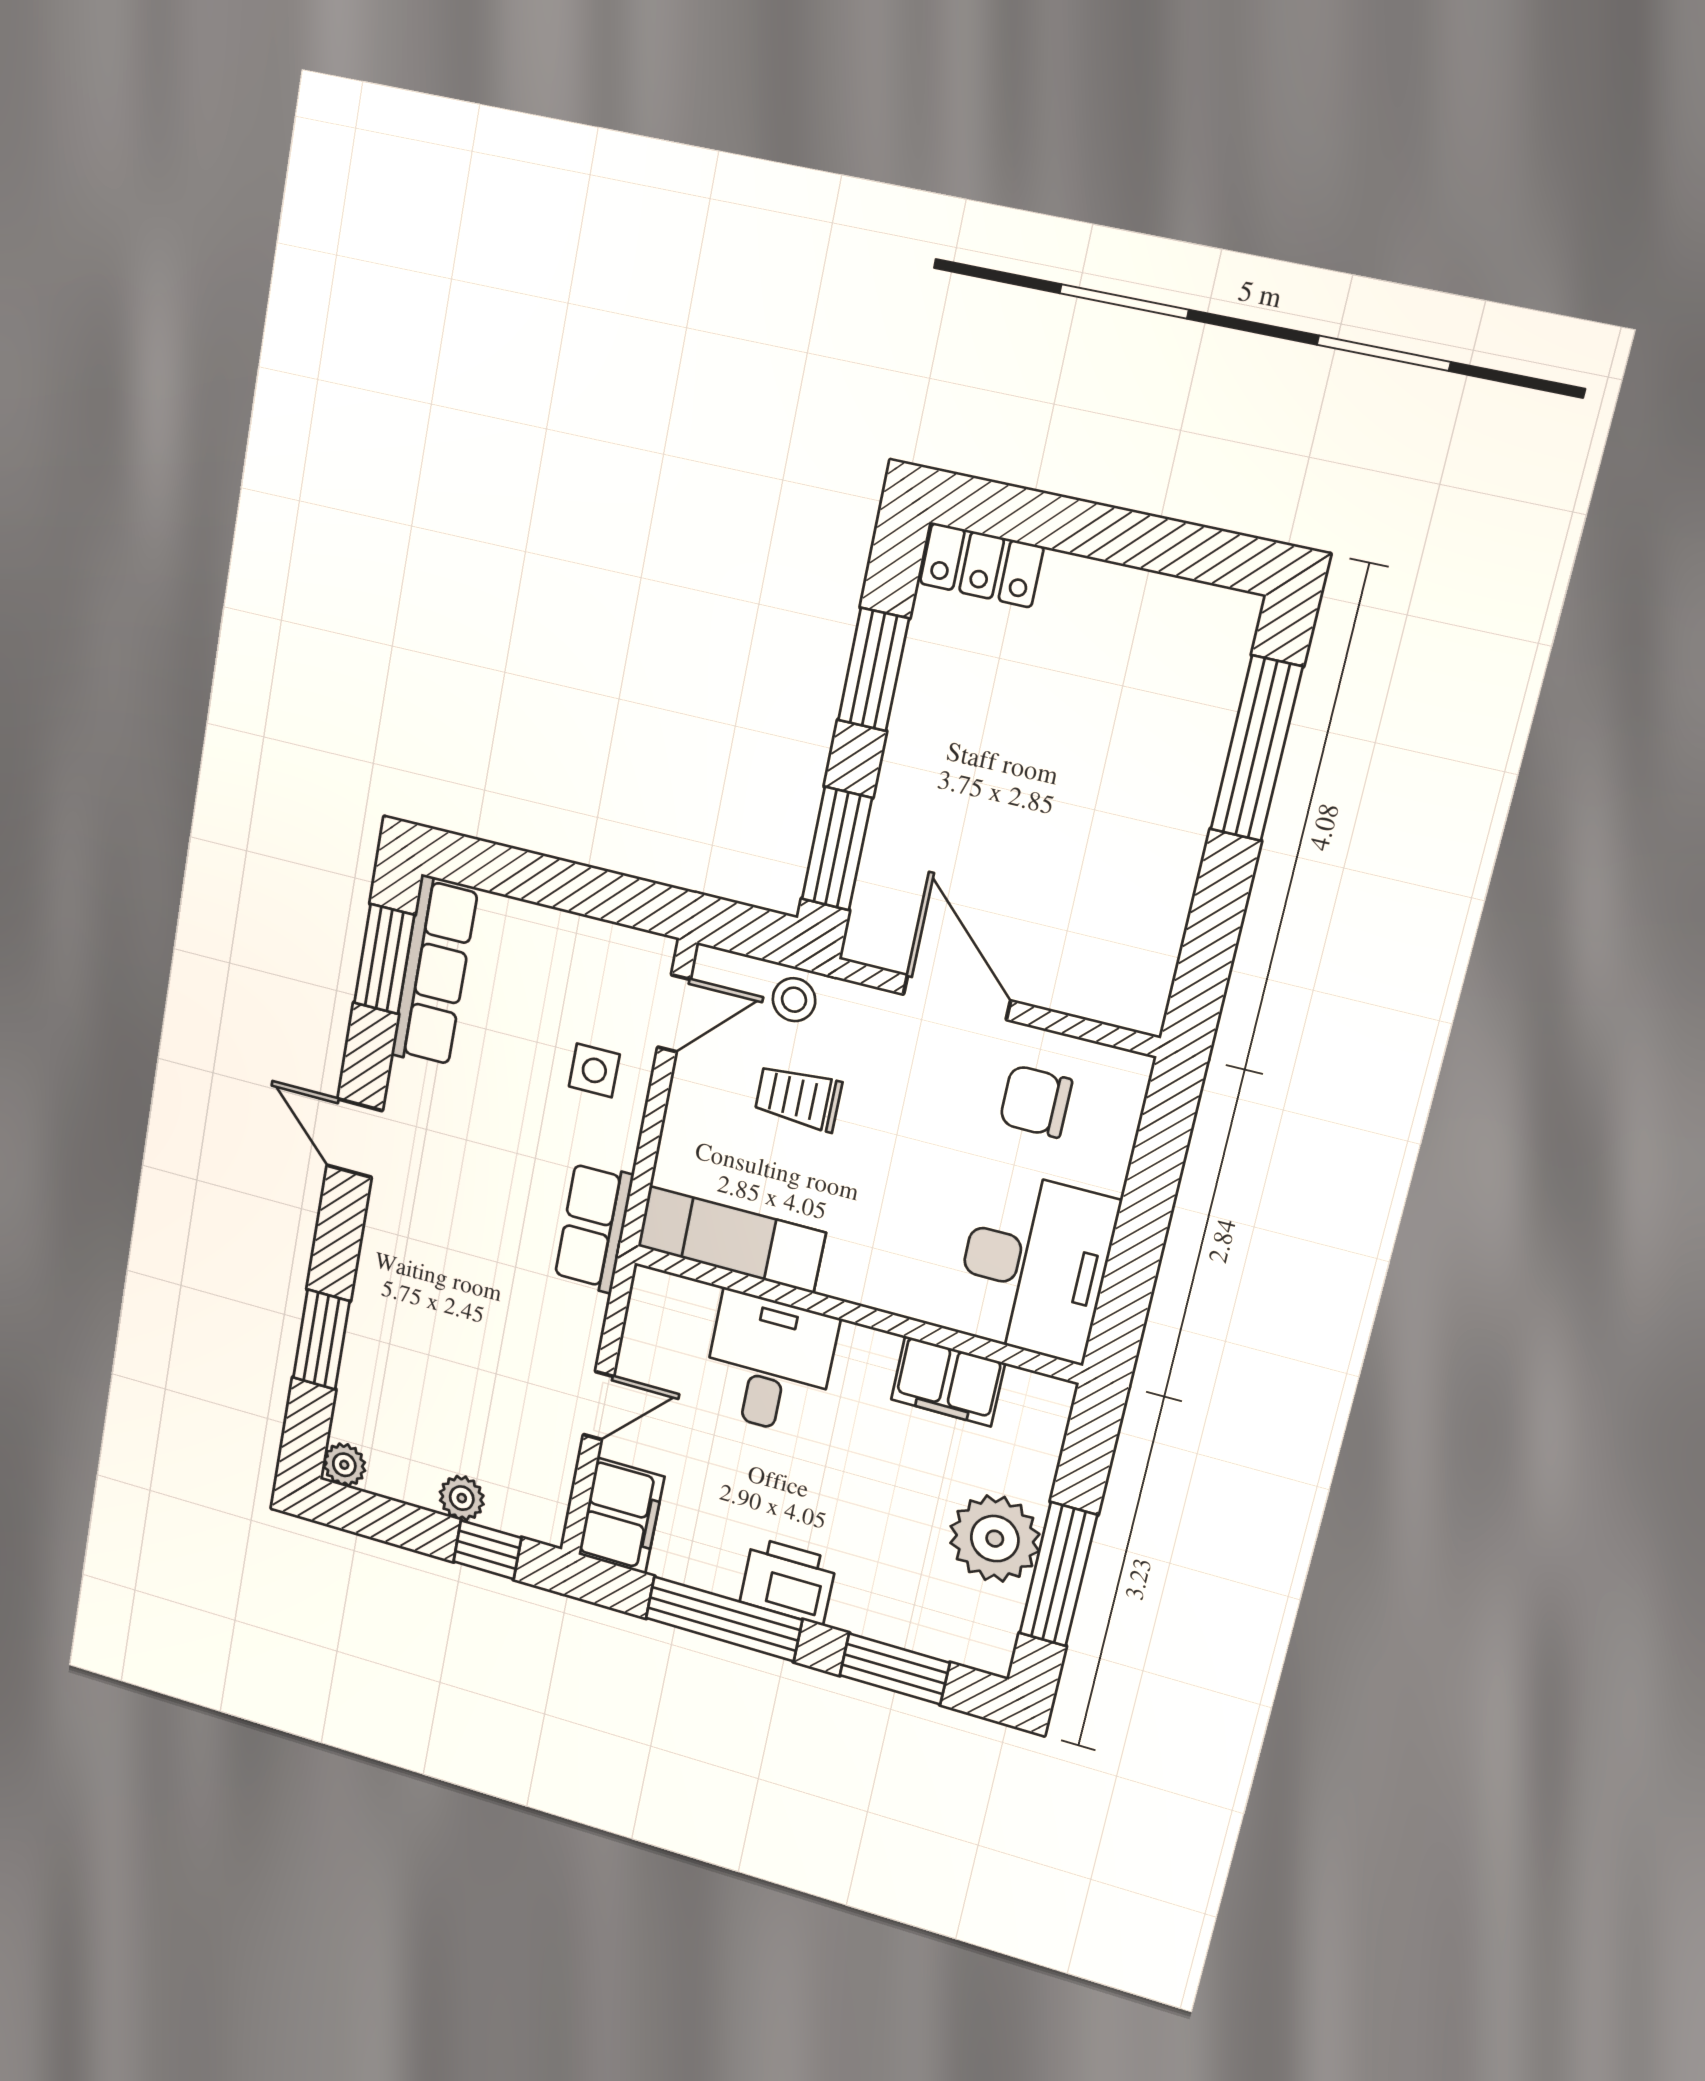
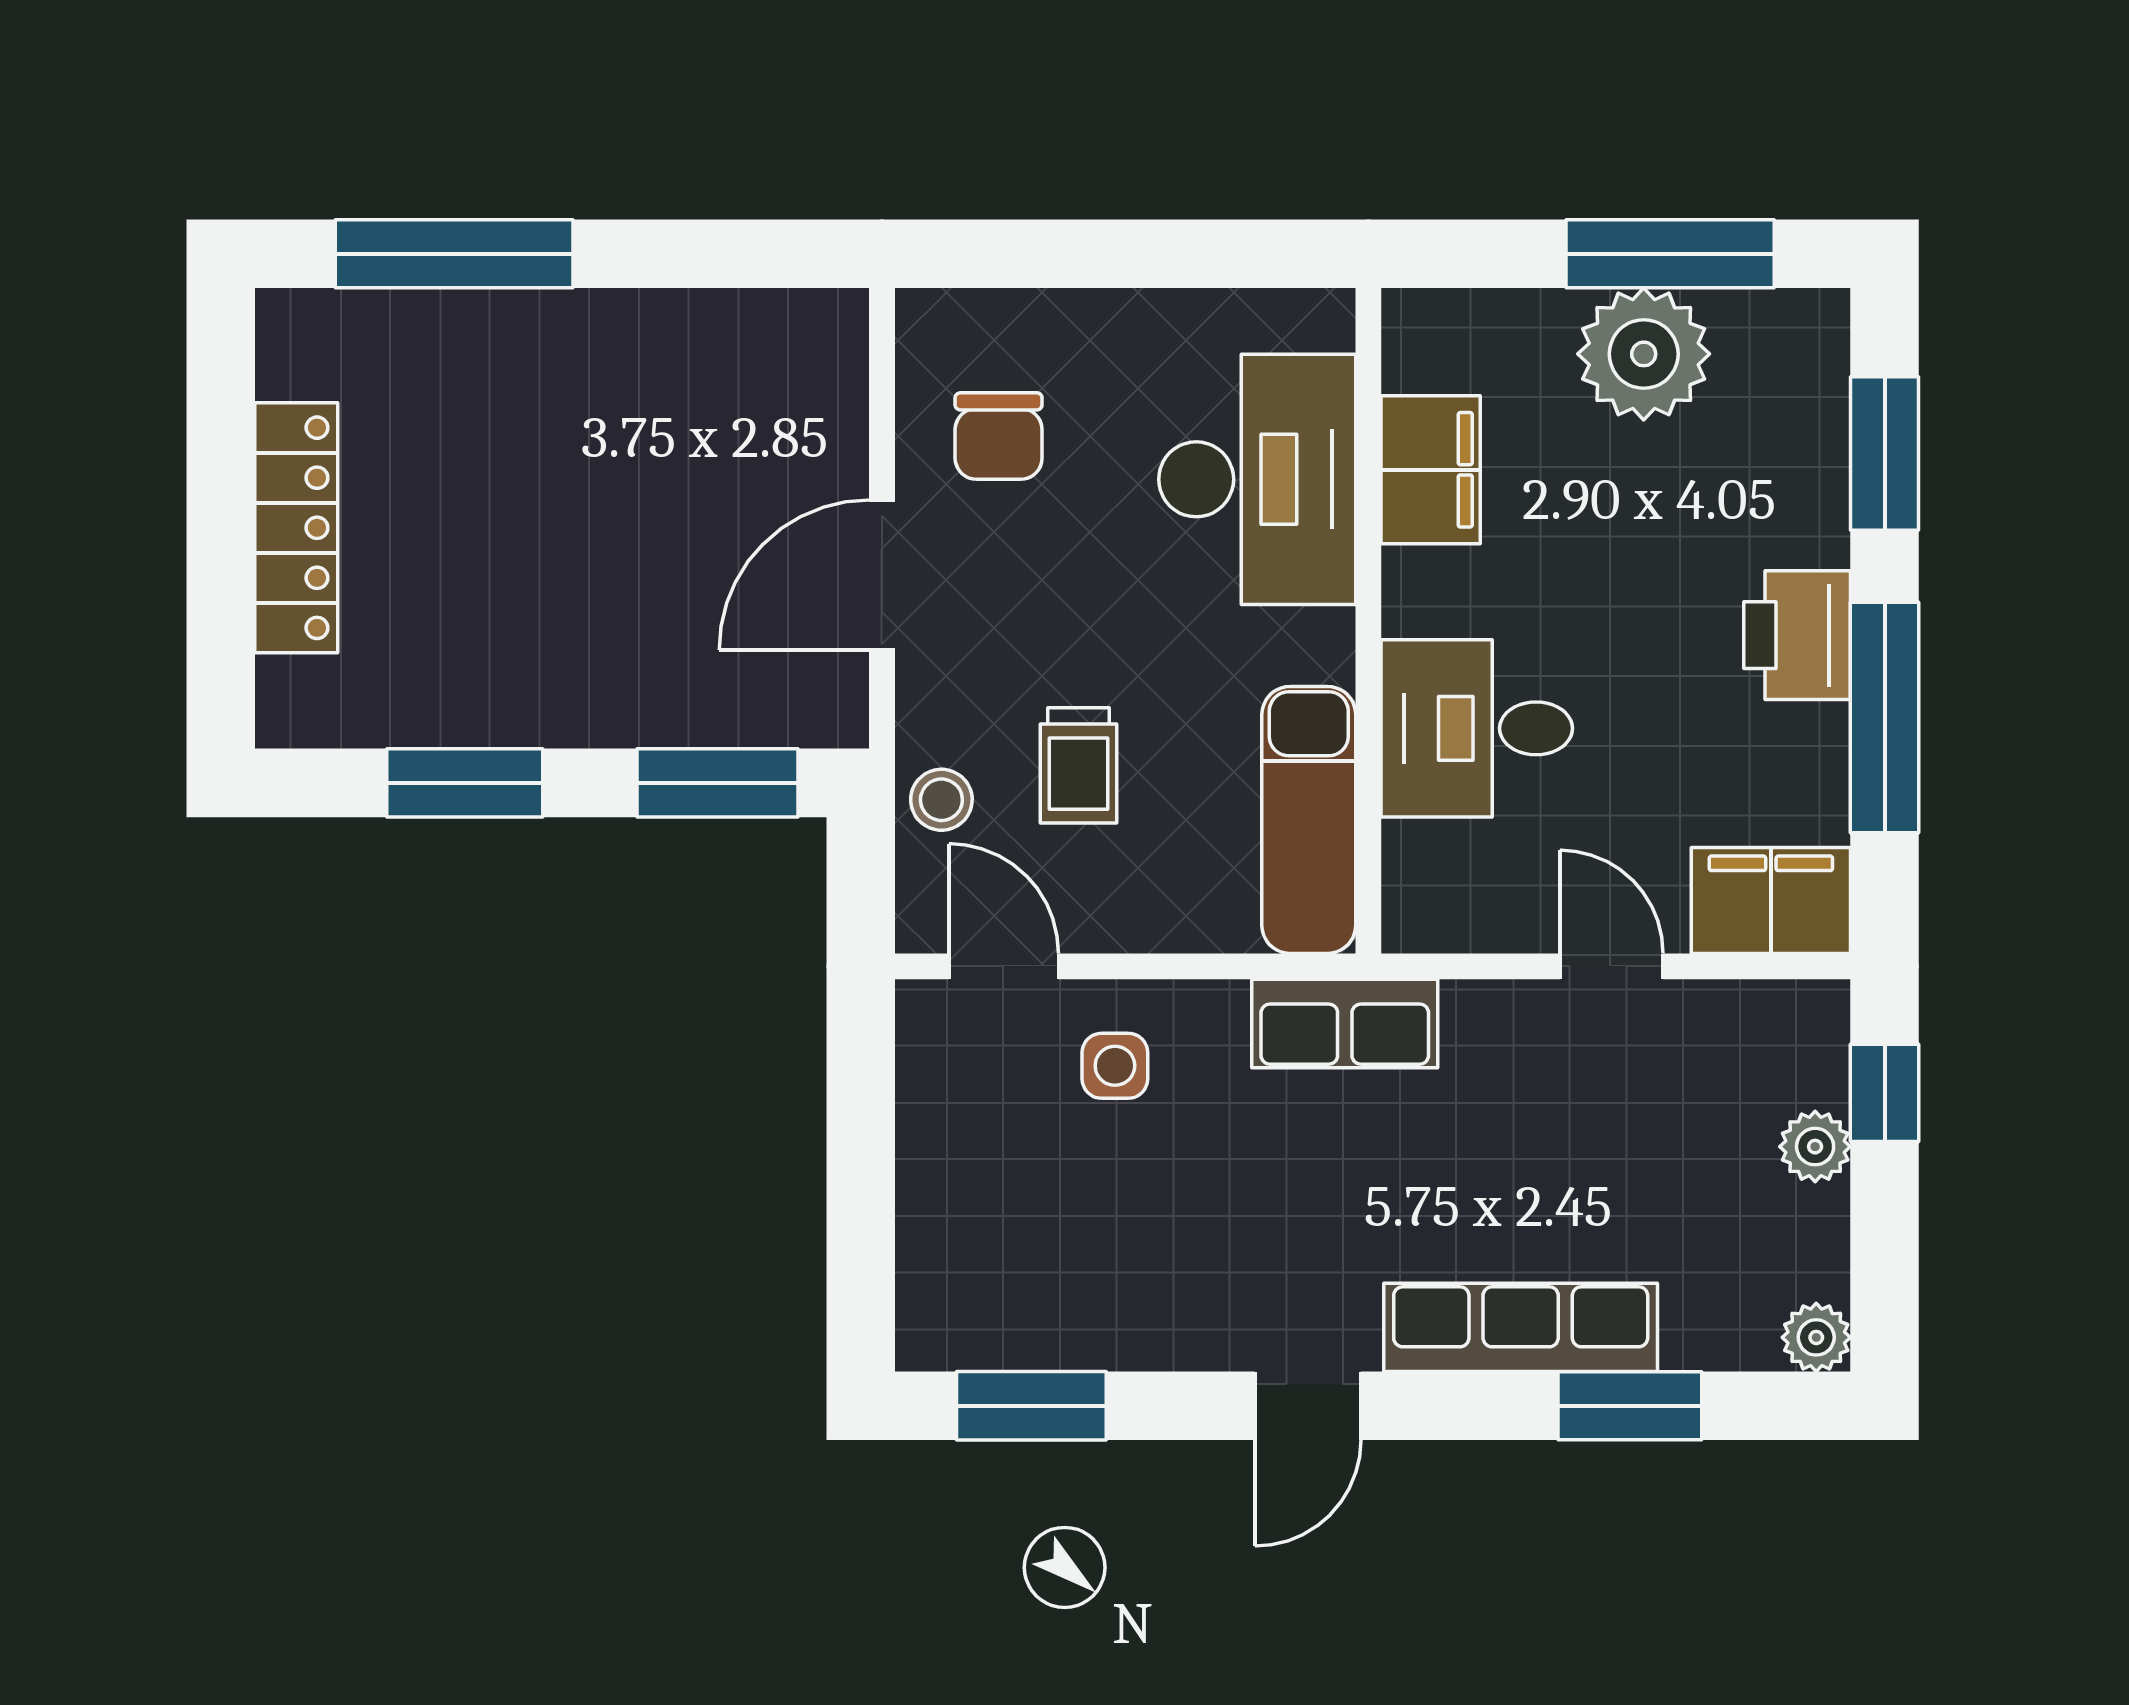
locker: (982, 565) -> (296, 528), moved, width x1.53
row of seats: (434, 972) -> (1521, 1327), moved
desk: (1035, 1266) -> (1257, 479), moved, turned 90

